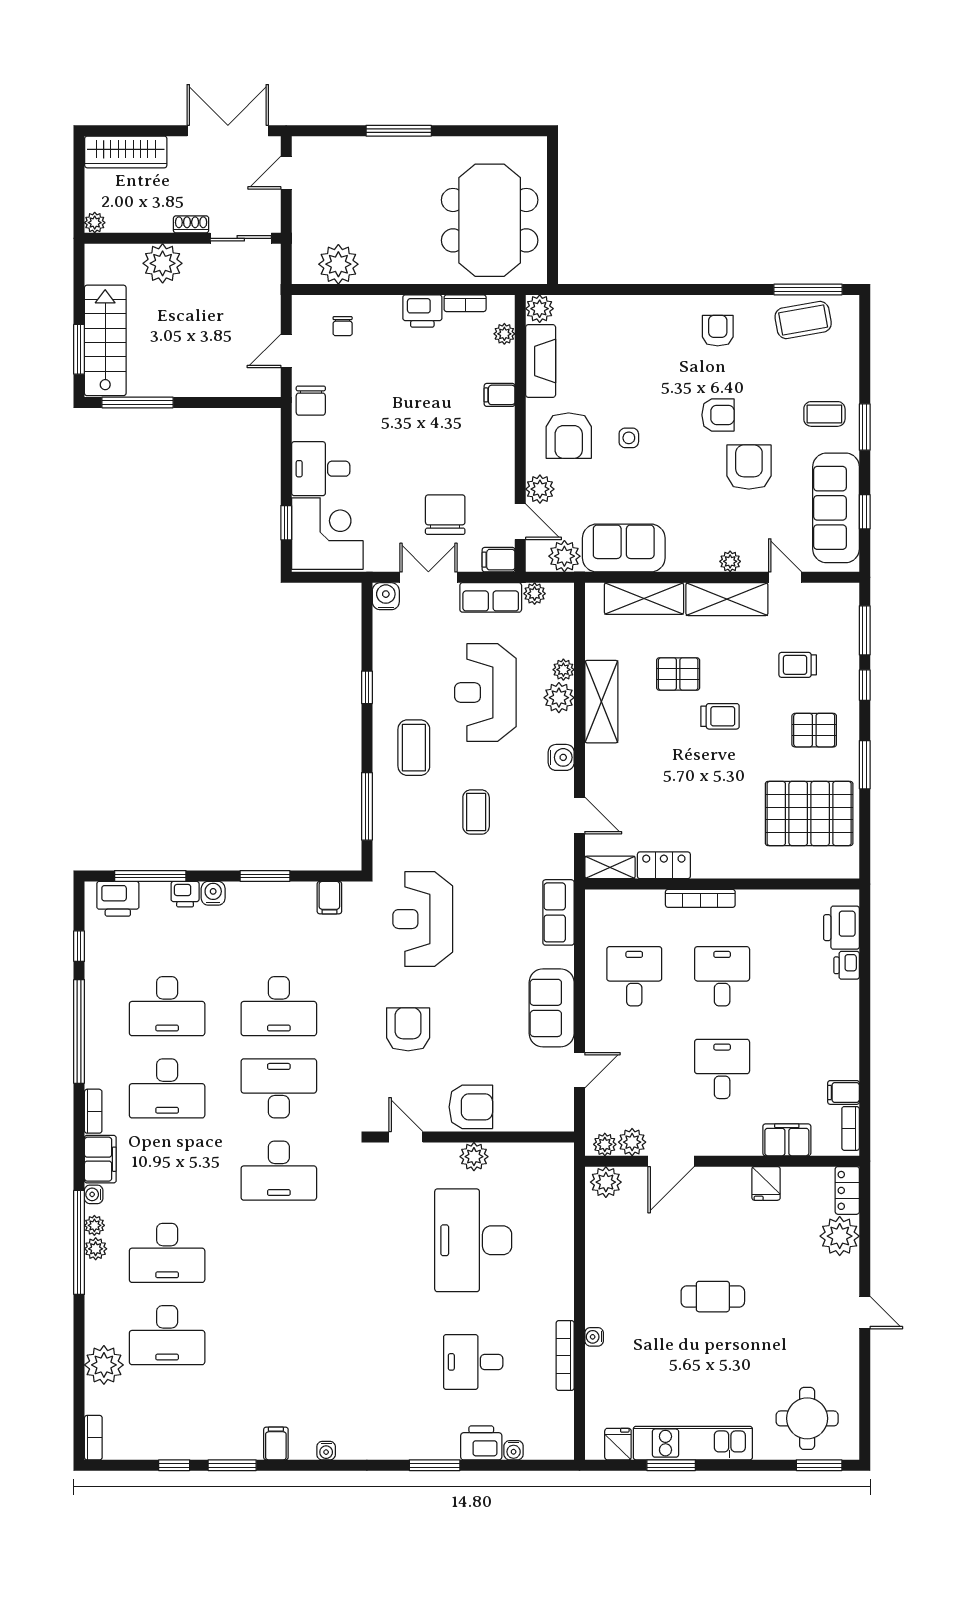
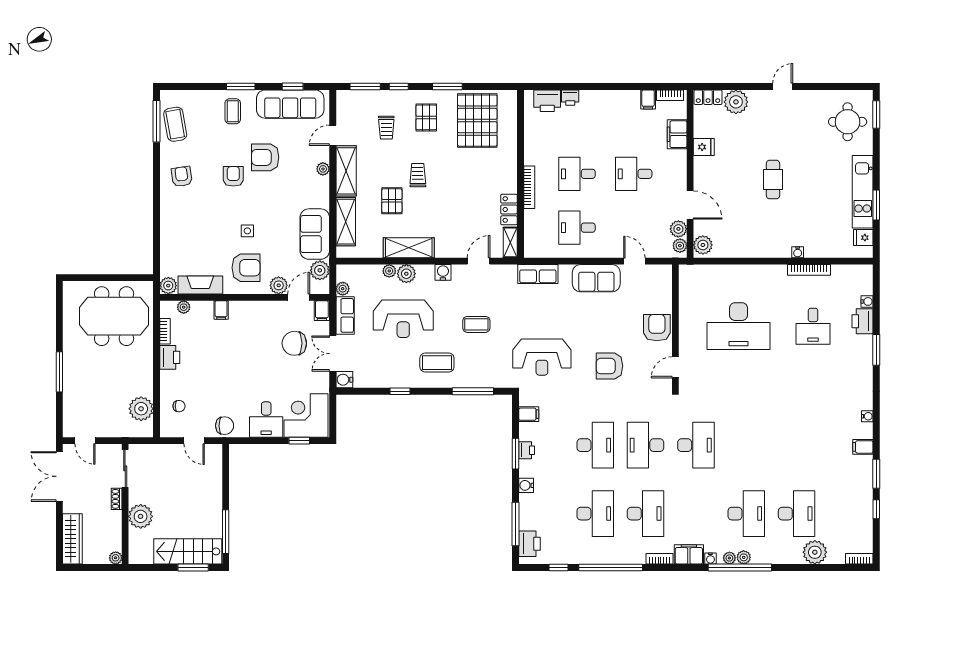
armchair: (718, 331) -> (182, 177), turned 82
printer: (185, 894) -> (527, 450), moved
plant: (474, 1157) -> (687, 326), removed

